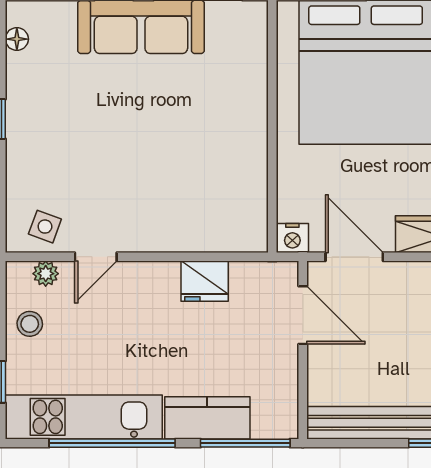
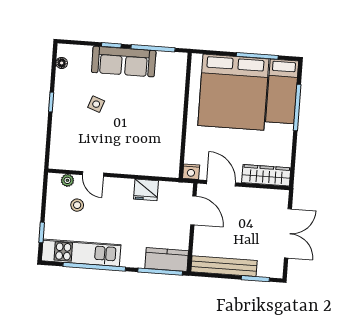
side table: (45, 227) -> (96, 104), moved
door: (96, 257) -> (93, 174), hinge flipped
stool: (30, 324) -> (77, 205), moved
kitchen counter: (207, 418) -> (167, 259), moved

